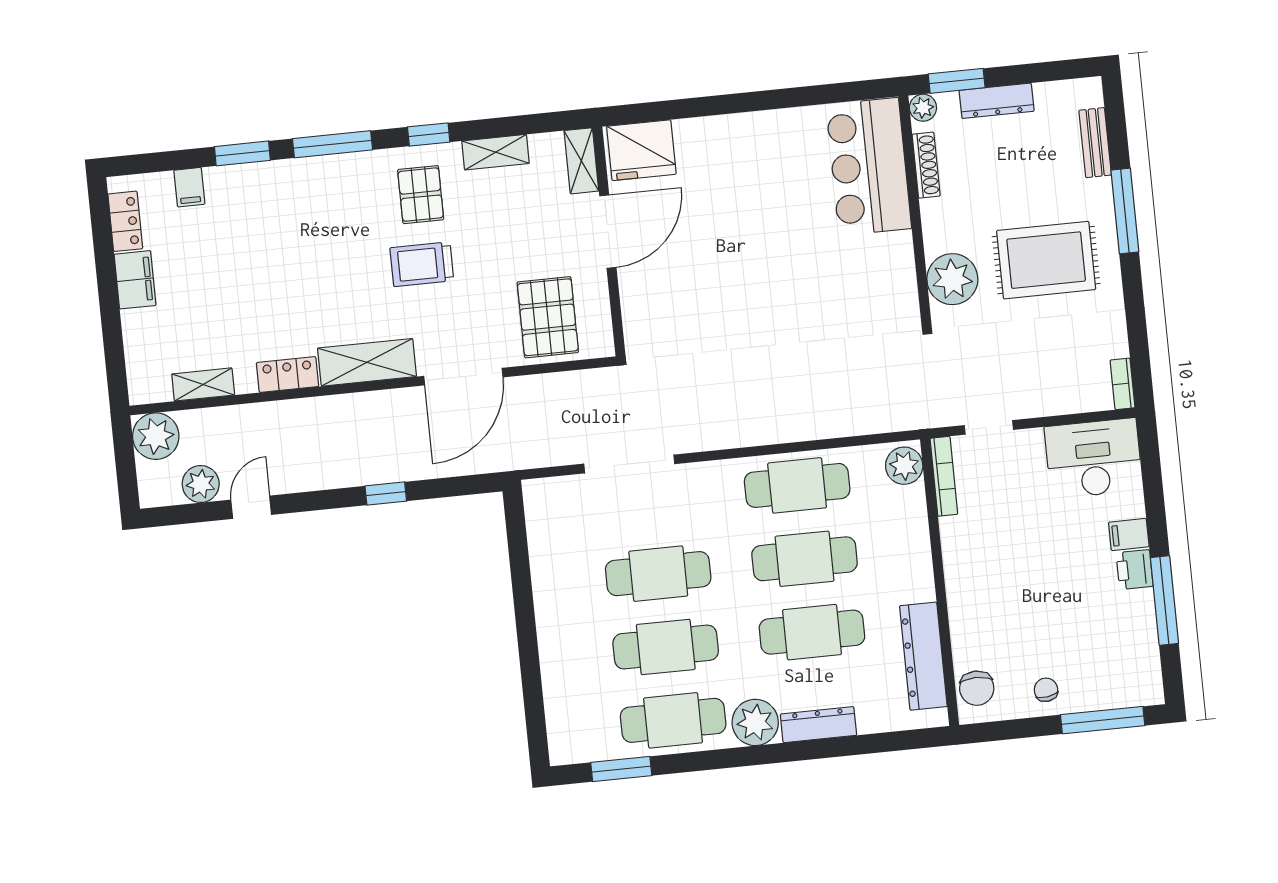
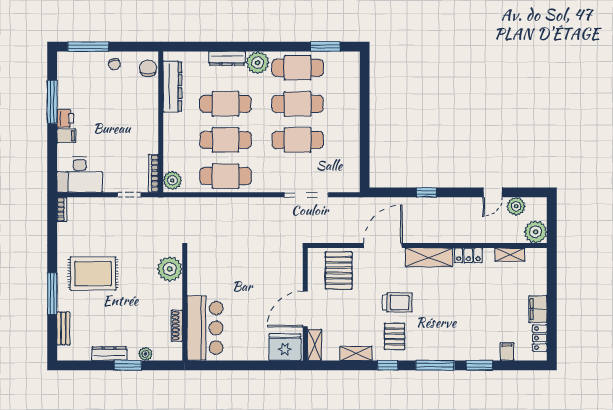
shoe rack: (926, 165) -> (177, 326), moved
bar counter: (869, 167) -> (205, 328), moved
wall: (915, 210) -> (185, 304), moved
plant: (952, 279) -> (170, 269), moved

